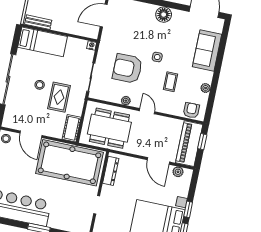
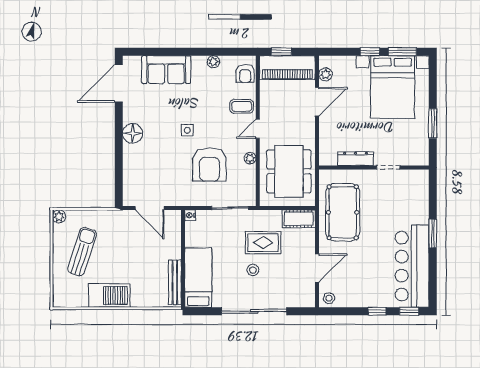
bench: (38, 22) -> (175, 282), width x1.36
coffee table: (171, 82) -> (242, 106), moved
armchair: (191, 110) -> (245, 74), turned -90
pool table: (70, 163) -> (343, 212), width x0.73, depth x0.76
dresser: (111, 171) -> (356, 159), moved

